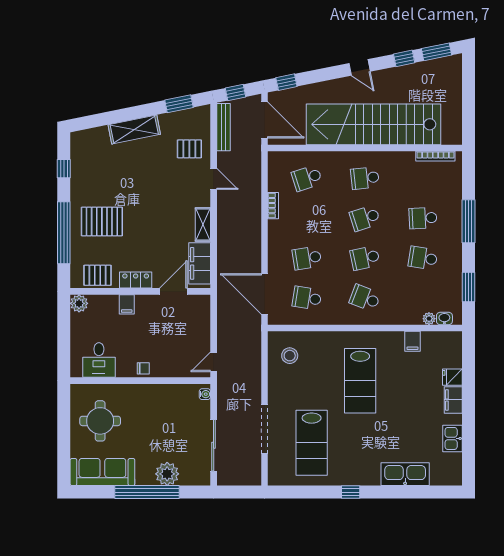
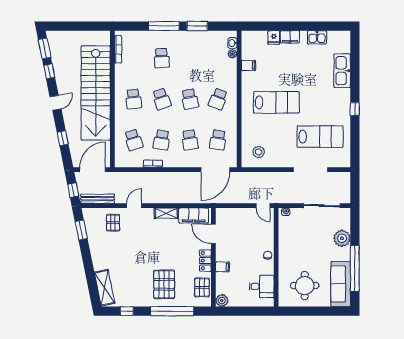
window: (286, 82) -> (63, 138), moved
shelving: (134, 129) -> (105, 288), moved
school desk: (423, 258) -> (162, 140), moved
window: (468, 287) -> (197, 26), moved
window: (147, 492) -> (355, 268), moved

